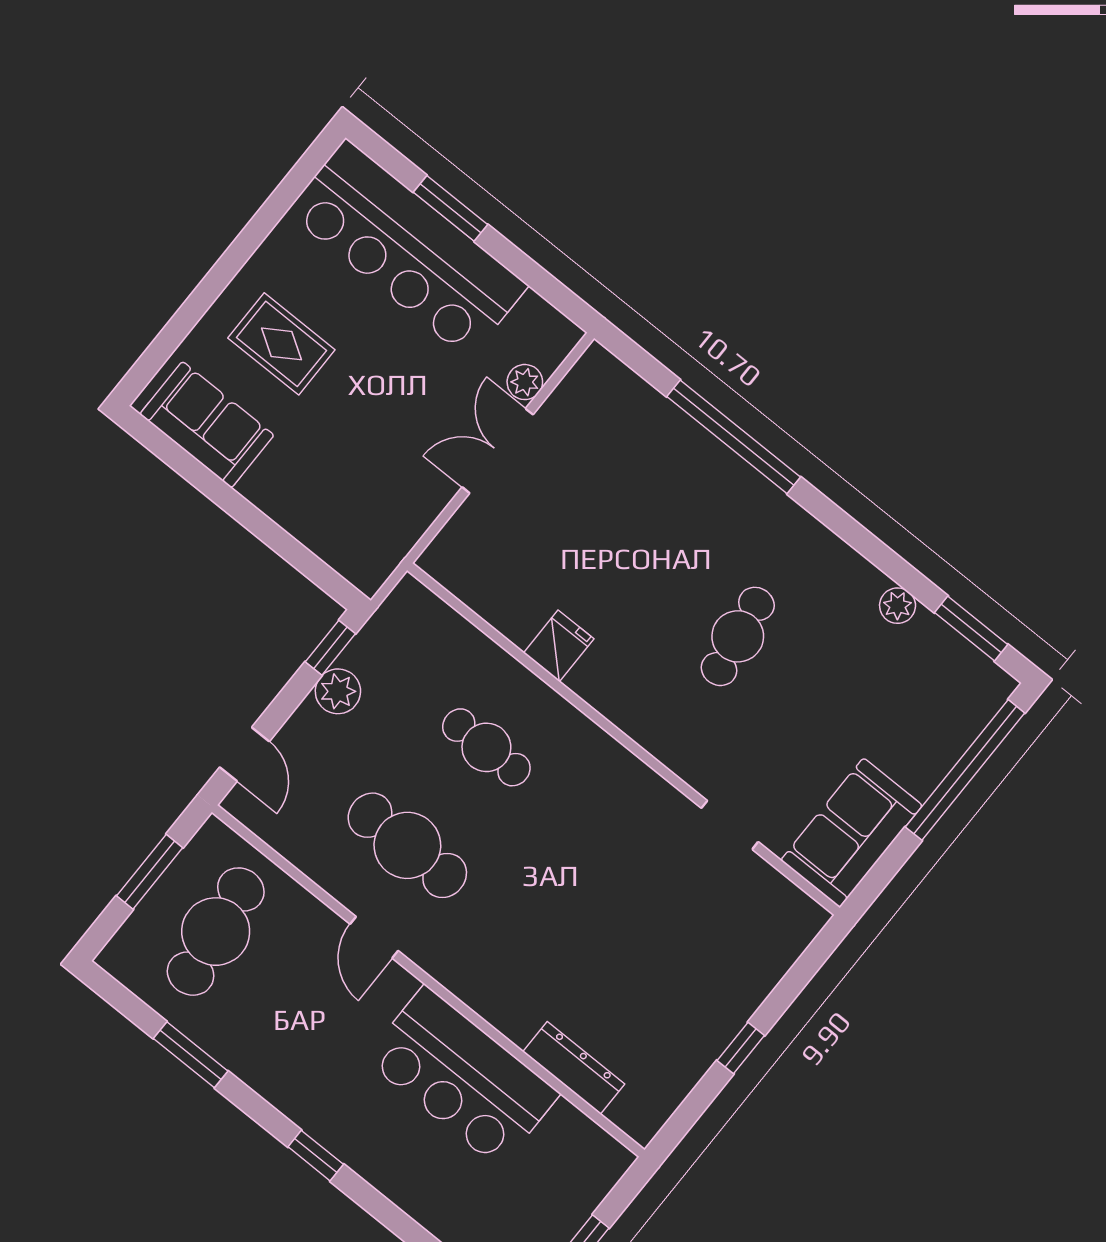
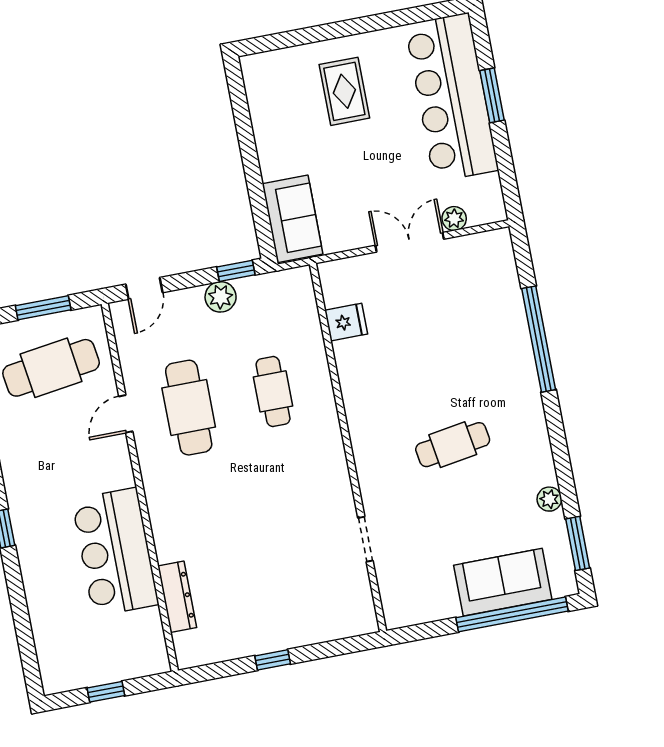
sofa: (207, 425) -> (293, 219), moved
fridge: (559, 646) -> (346, 322), moved
sofa: (852, 833) -> (503, 582), moved
door: (374, 937) -> (126, 414), moved

